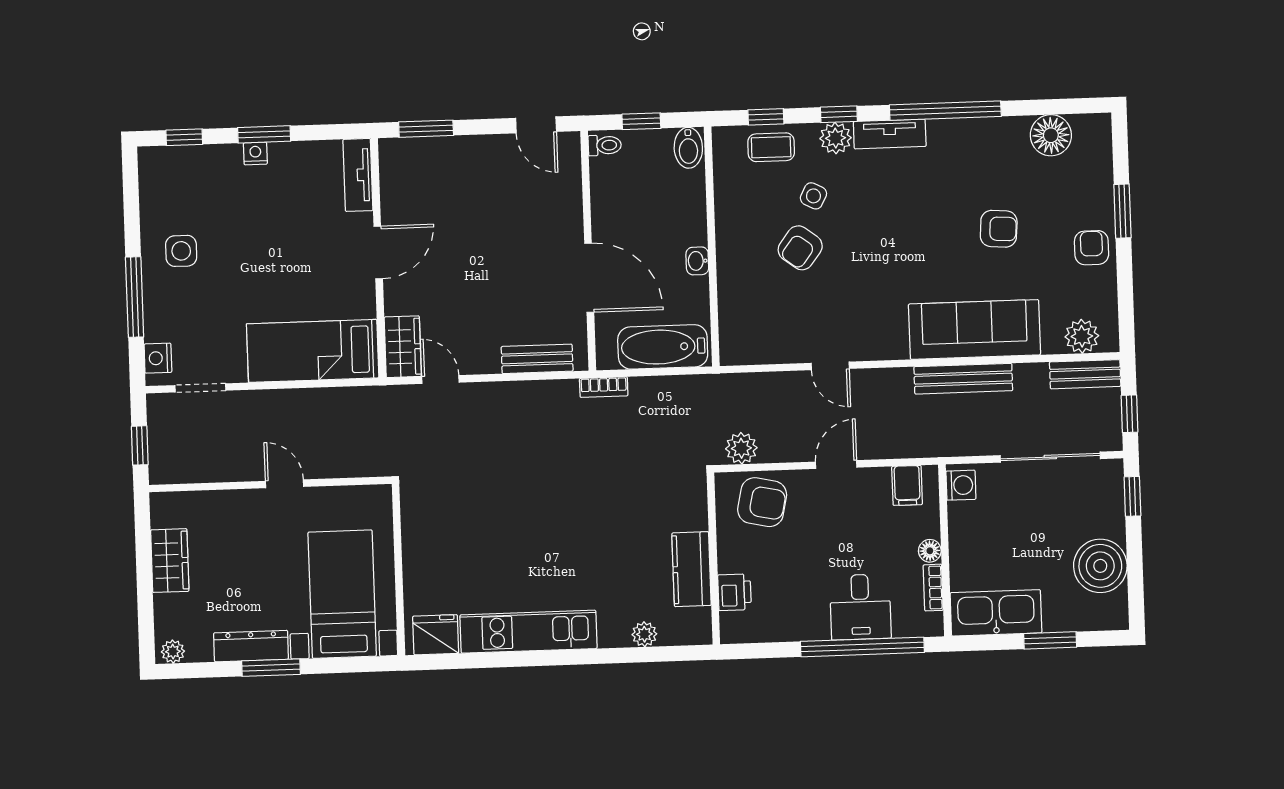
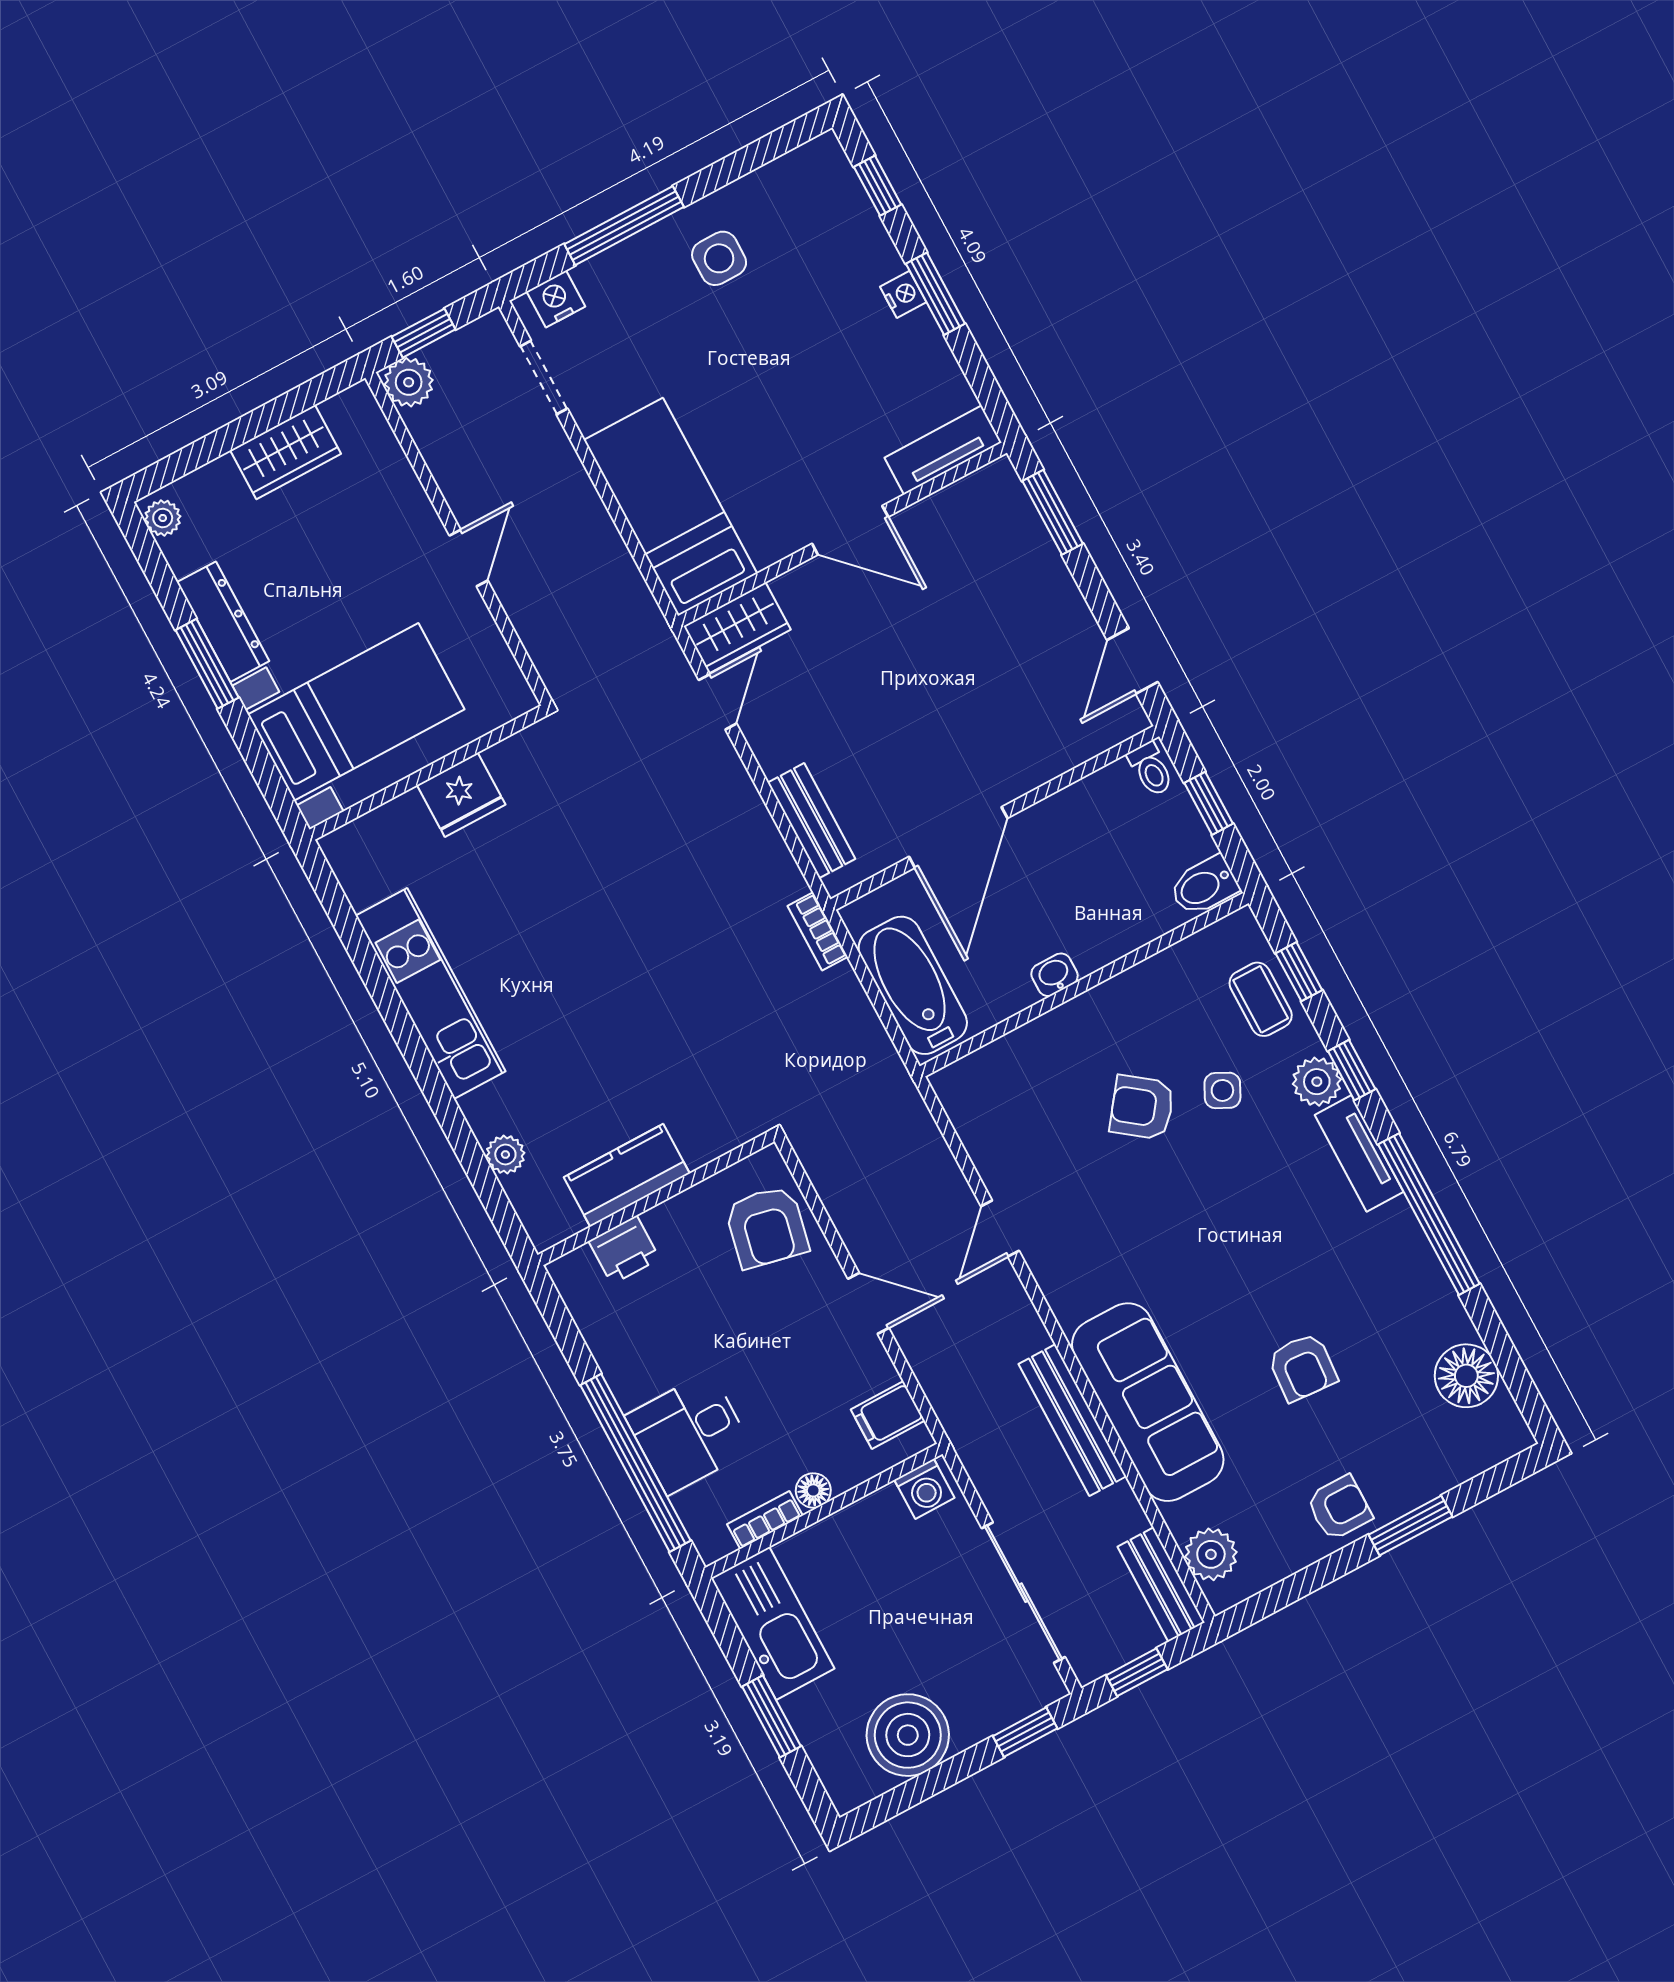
plant: (741, 448) -> (409, 382), moved
fridge: (436, 635) -> (461, 795), moved, turned 90

